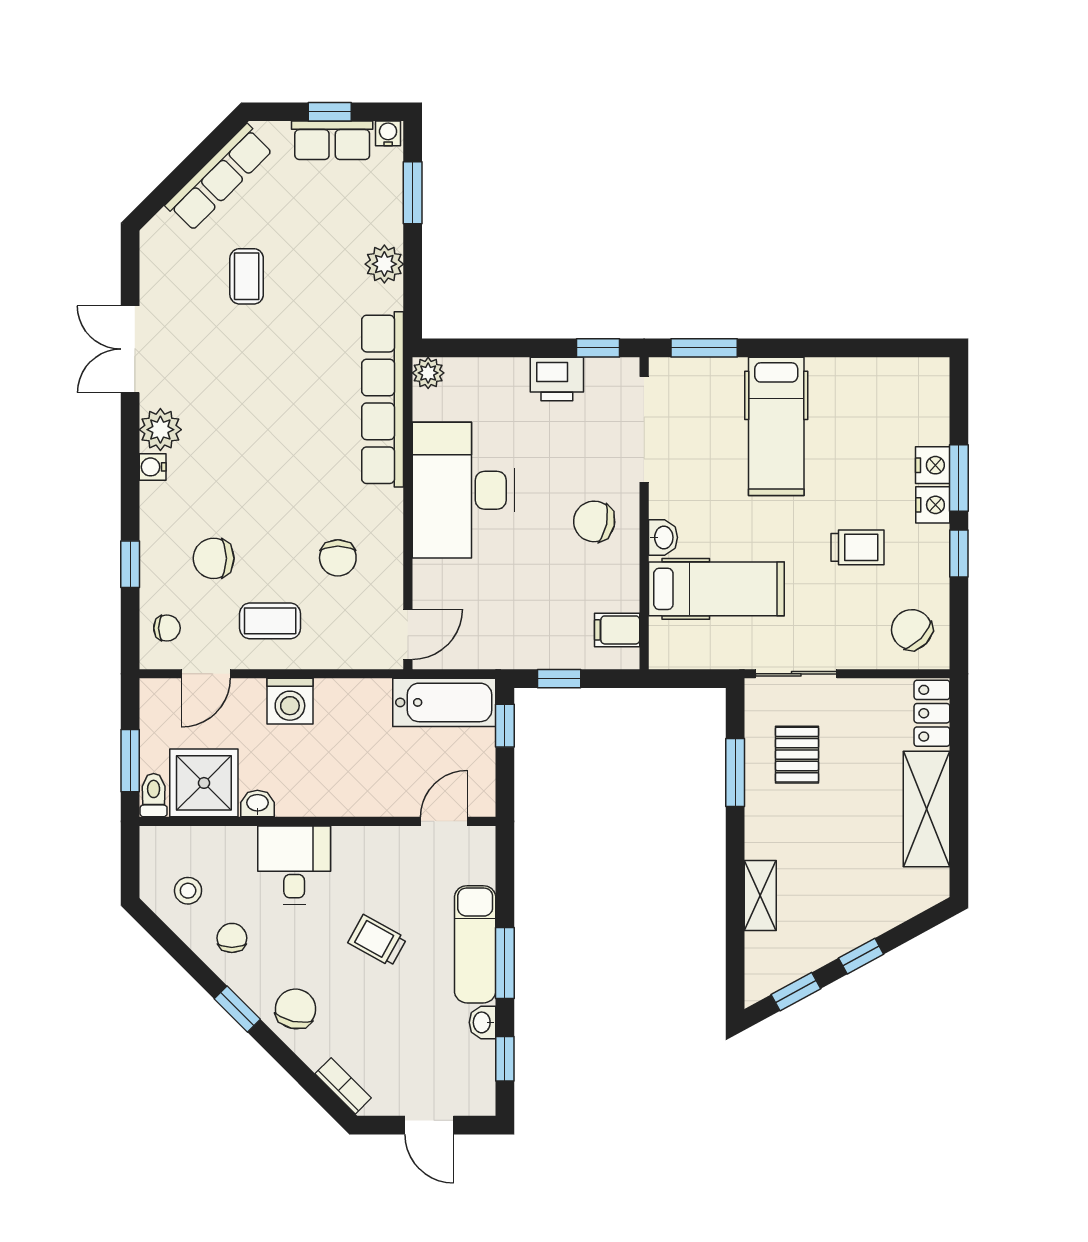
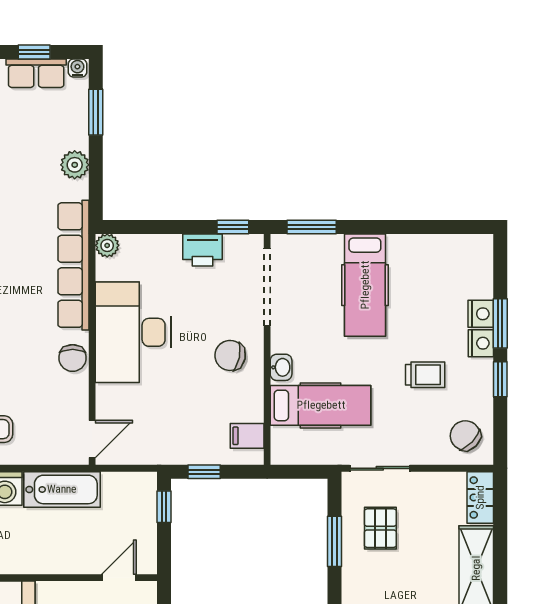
chair: (338, 558) -> (73, 358), moved
bathtub: (444, 702) -> (62, 489), moved

